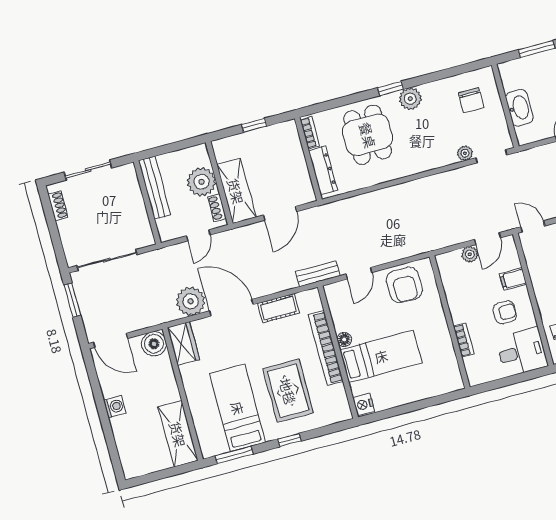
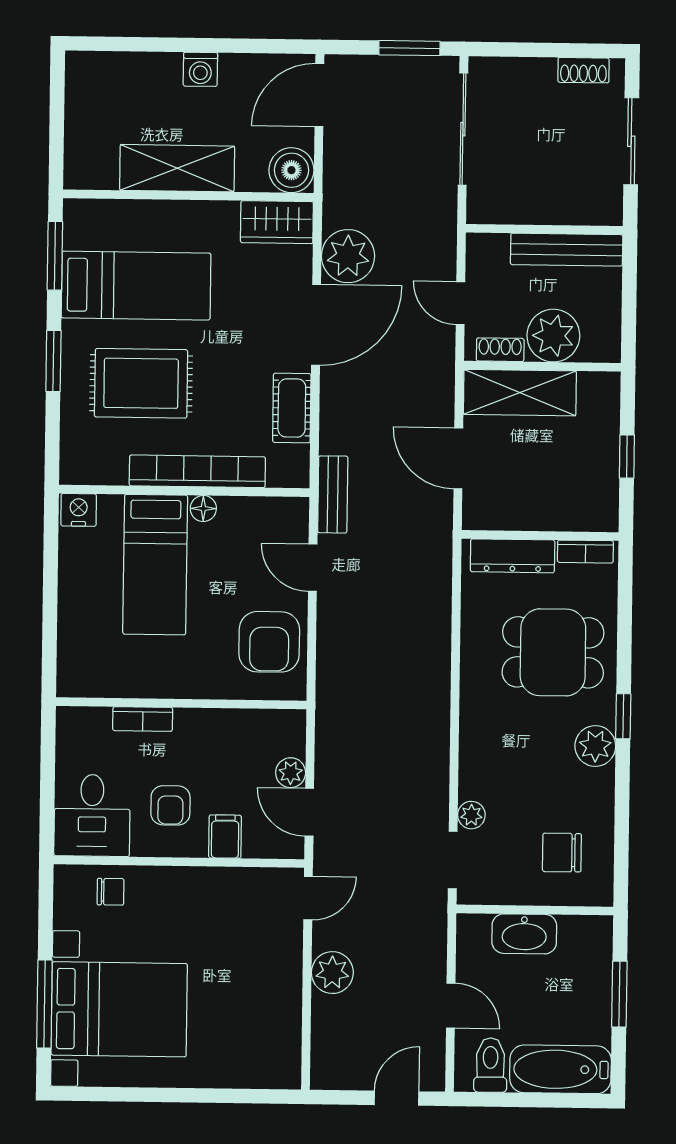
armchair: (404, 285) -> (269, 642), turned -90
shelving: (178, 434) -> (177, 168), moved
window: (289, 440) -> (53, 361), width x1.50

